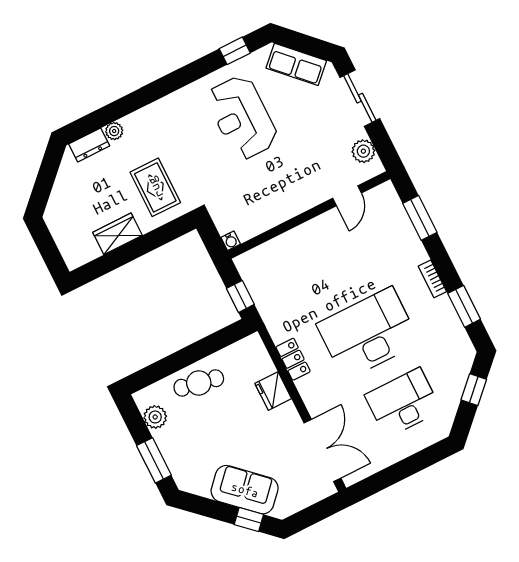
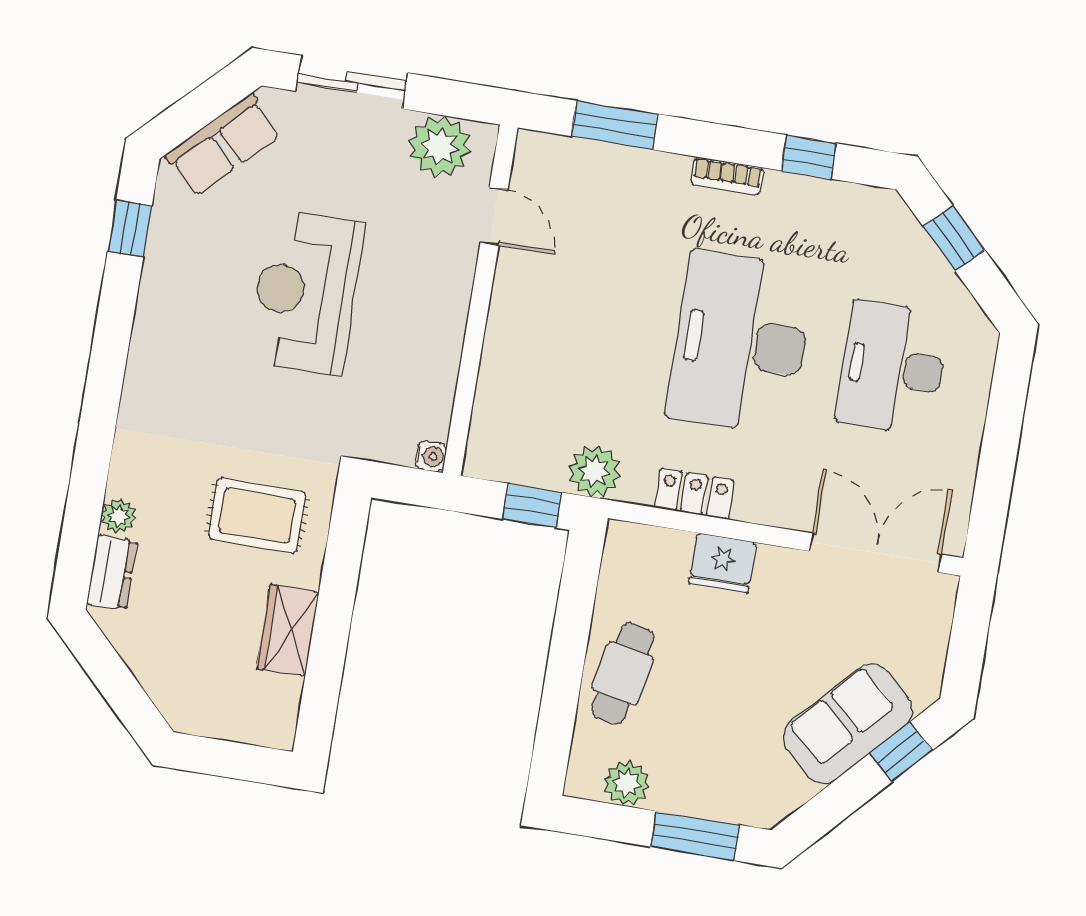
reception desk: (242, 118) -> (306, 292), moved, turned 90
plant: (363, 151) -> (440, 146), width x1.36, depth x1.36
window: (464, 306) -> (808, 157), width x0.67
plant: (273, 312) -> (595, 471), added

